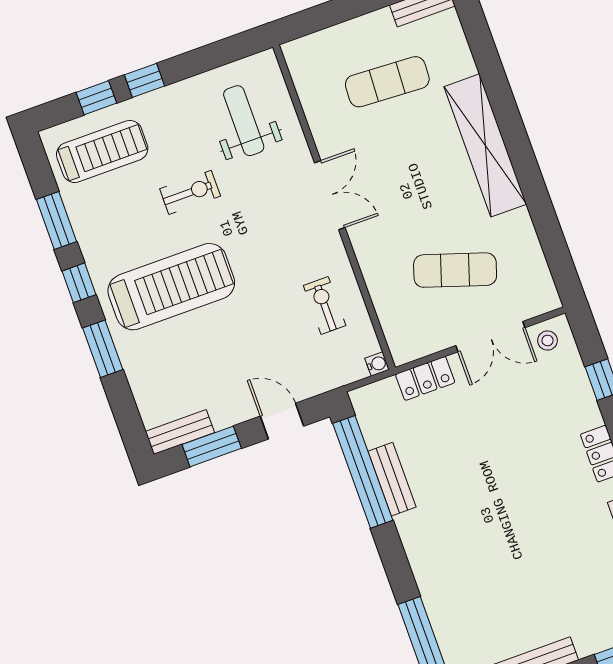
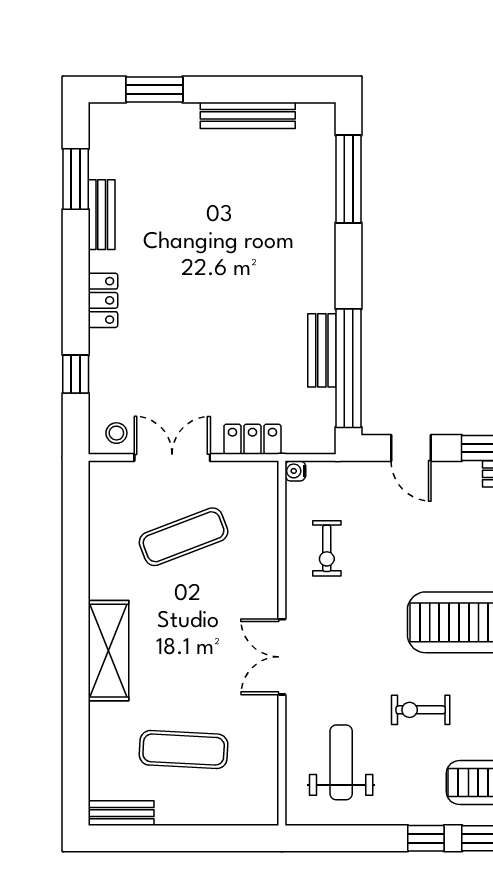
weight bench: (244, 121) -> (341, 762), turned 180
shelving: (485, 145) -> (108, 651), width x0.68
exercise mat: (455, 270) -> (184, 537), turned -39

